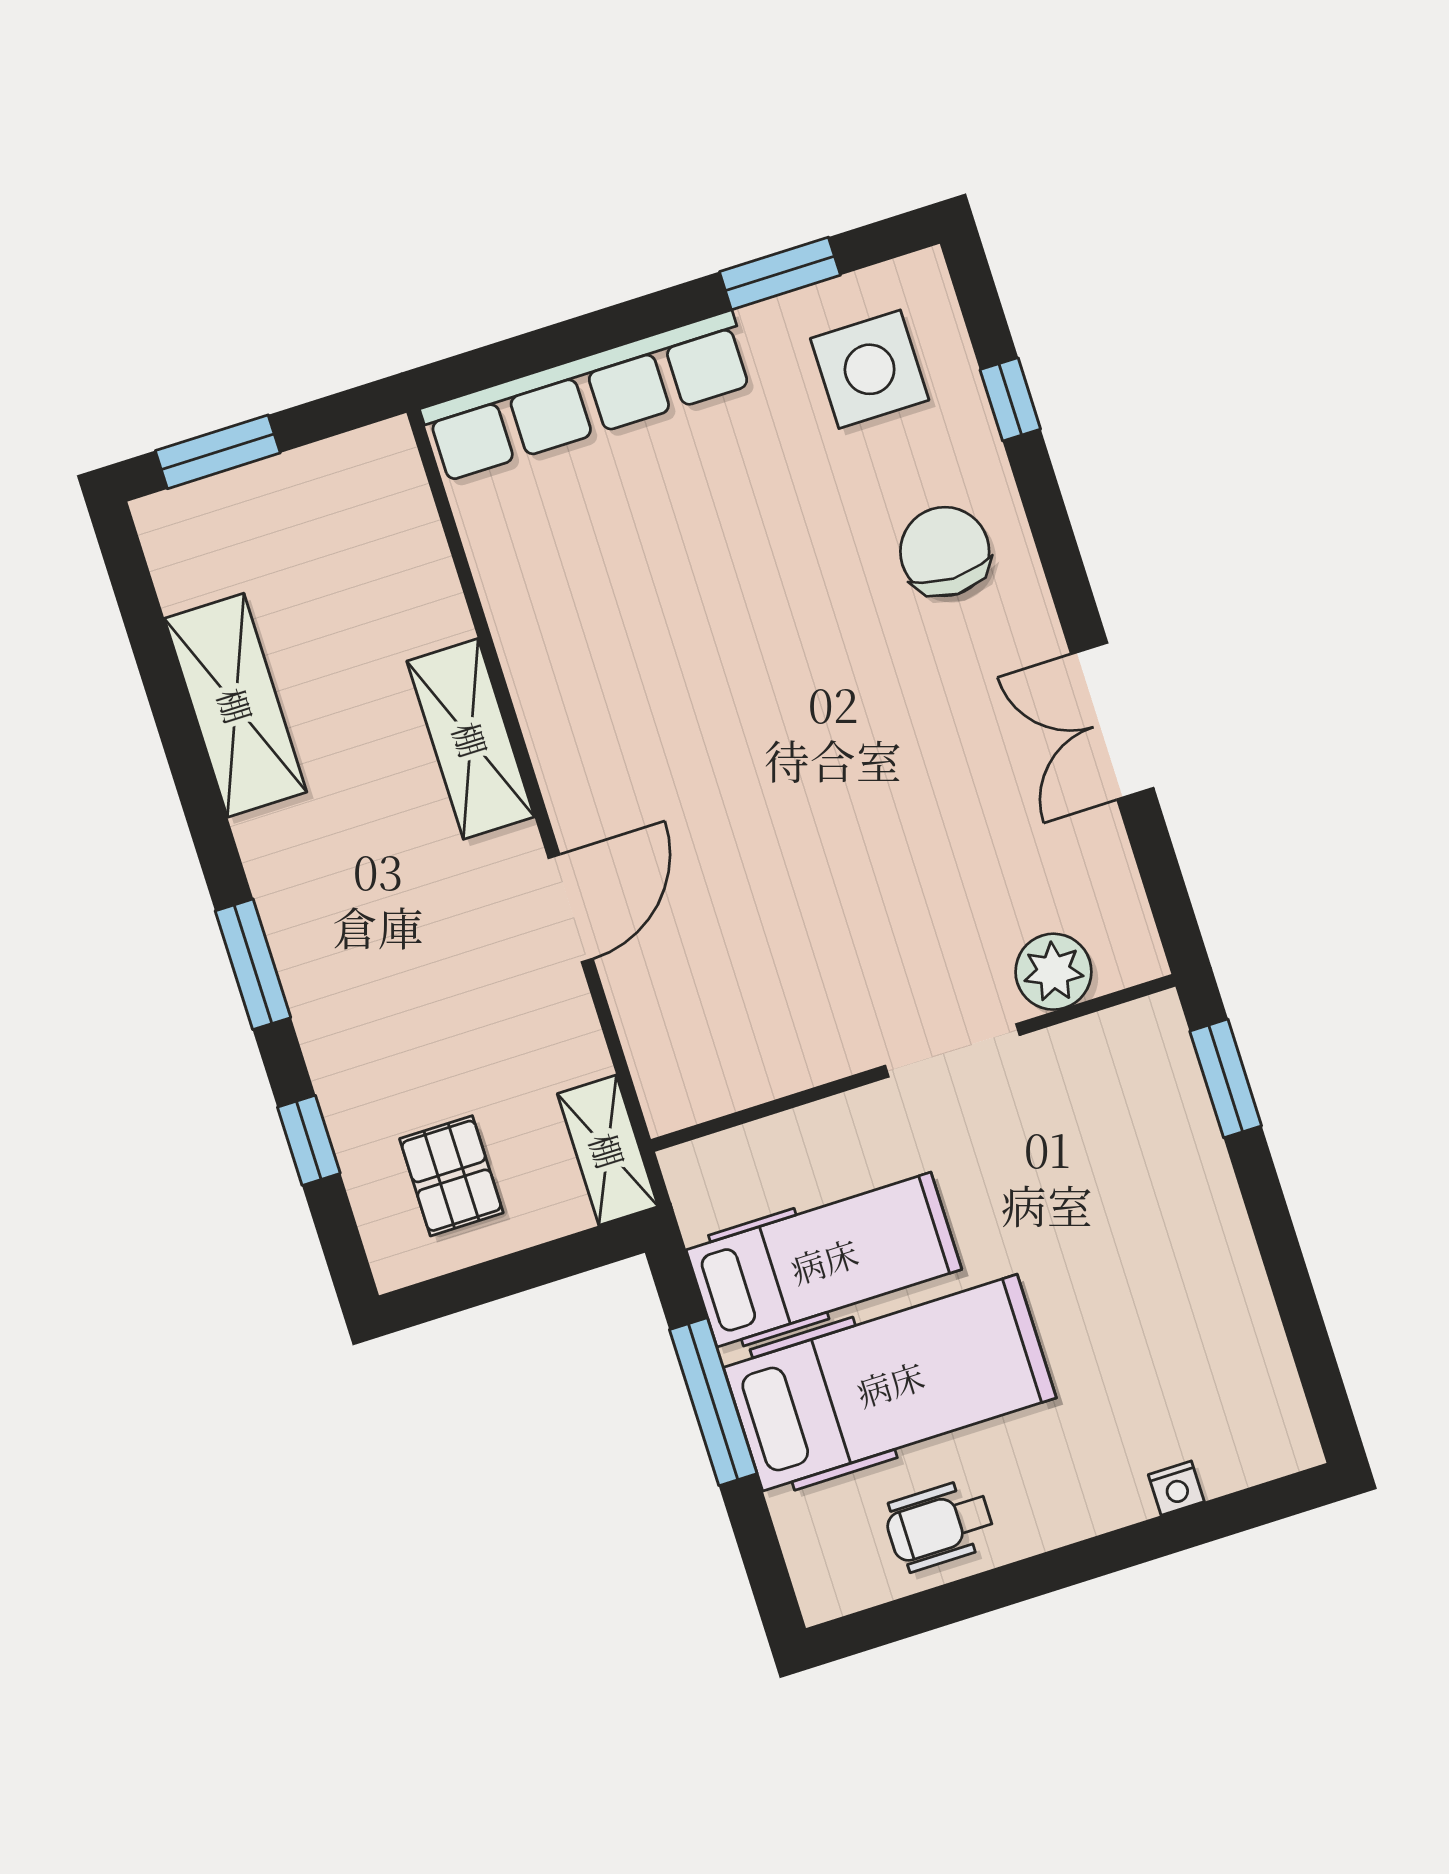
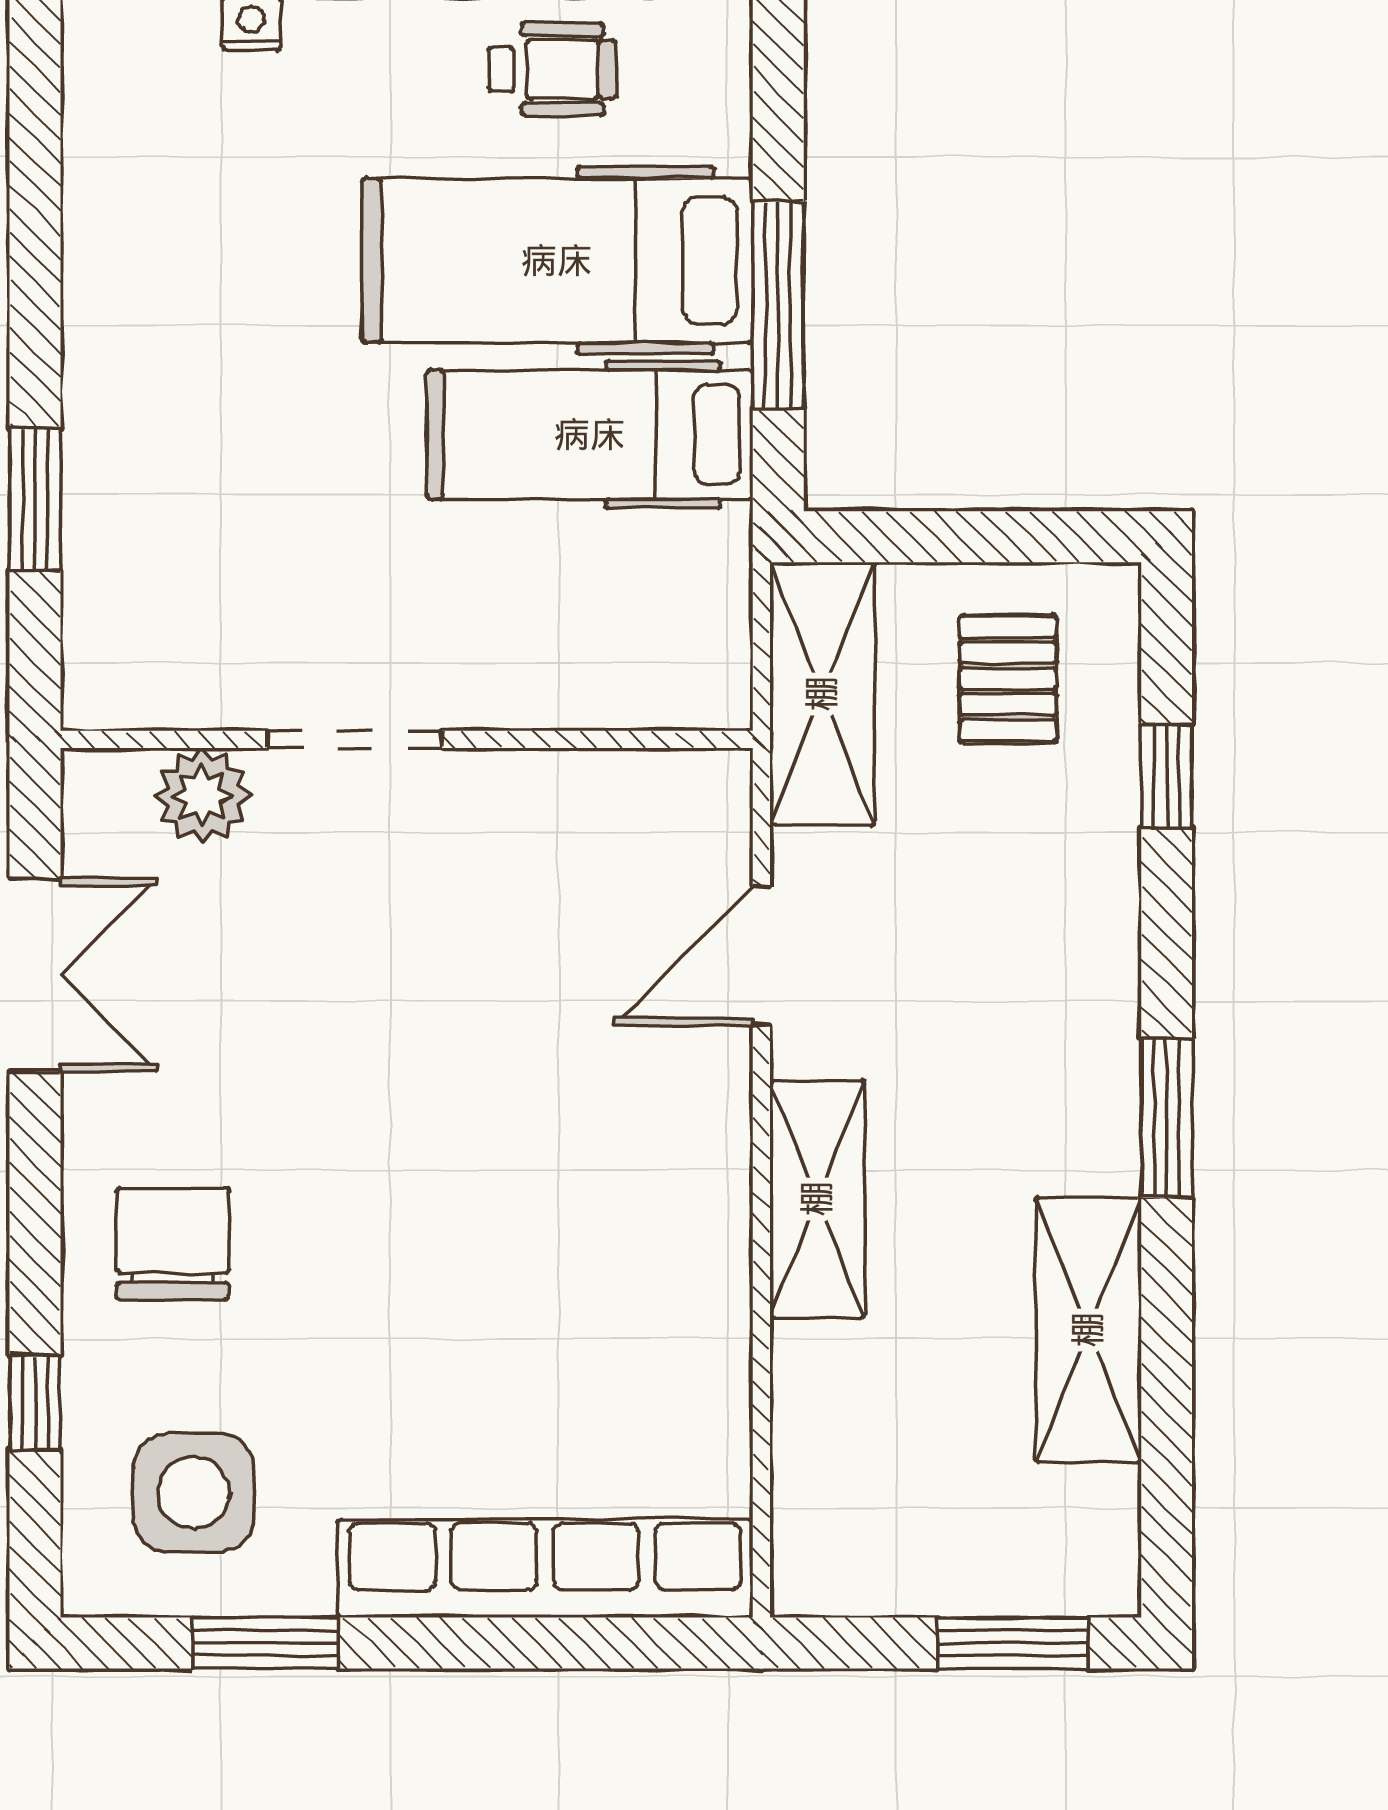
chair: (945, 552) -> (173, 1244), turned 180
window: (253, 964) -> (1167, 1118), moved
plant: (1053, 972) -> (202, 796), moved
doorway: (952, 1050) -> (355, 739), moved
wall: (913, 1063) -> (407, 739), moved
shelving: (608, 1150) -> (822, 694), width x1.50, depth x1.33

